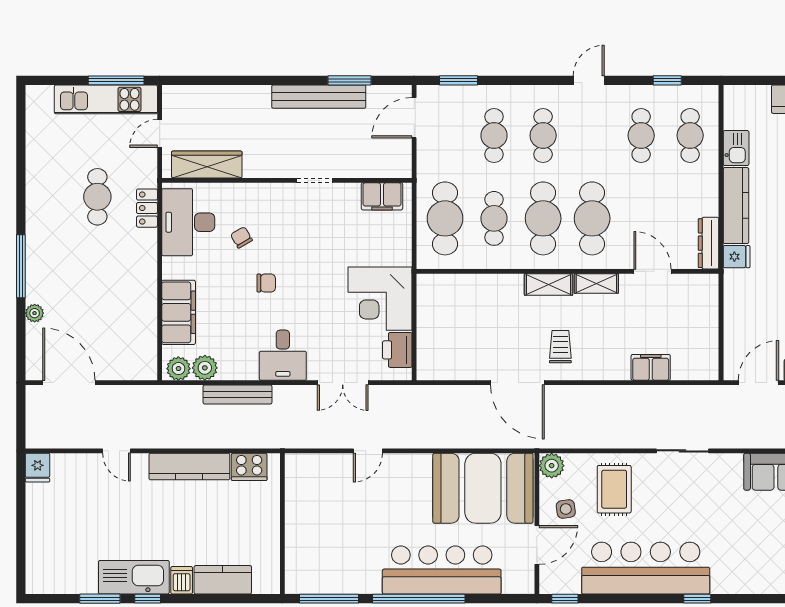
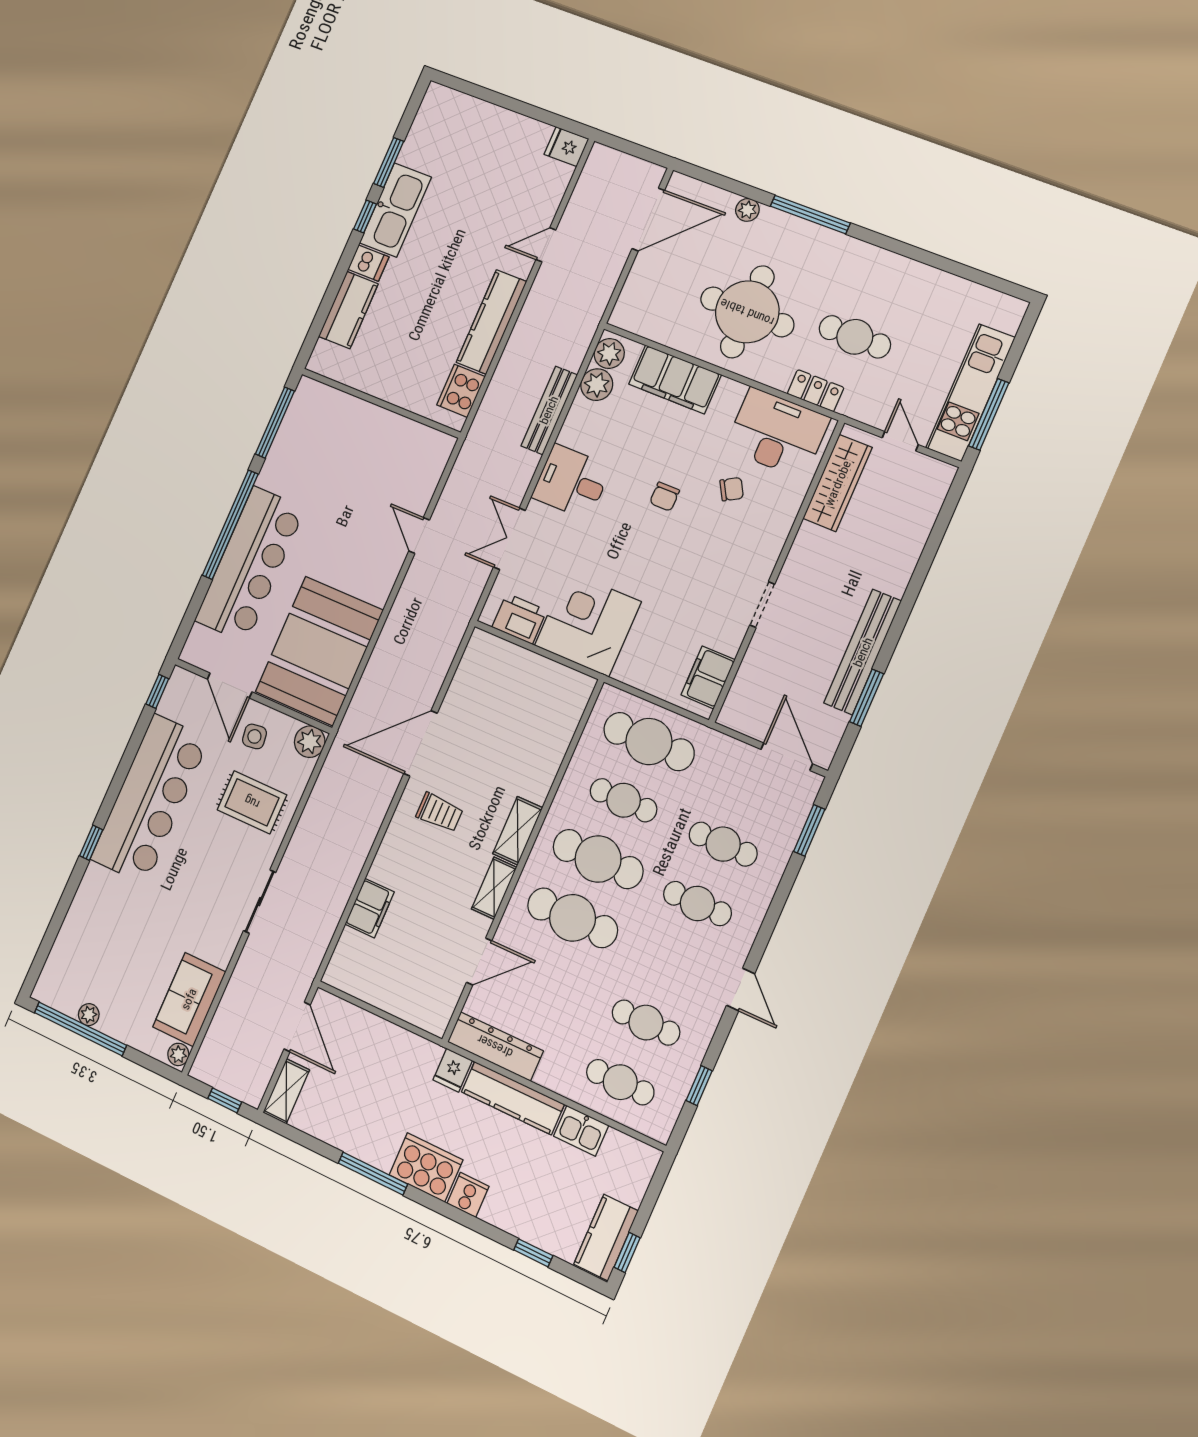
dresser: (709, 243) -> (495, 1046), width x1.37, depth x1.24
round table: (109, 281) -> (747, 312), added

